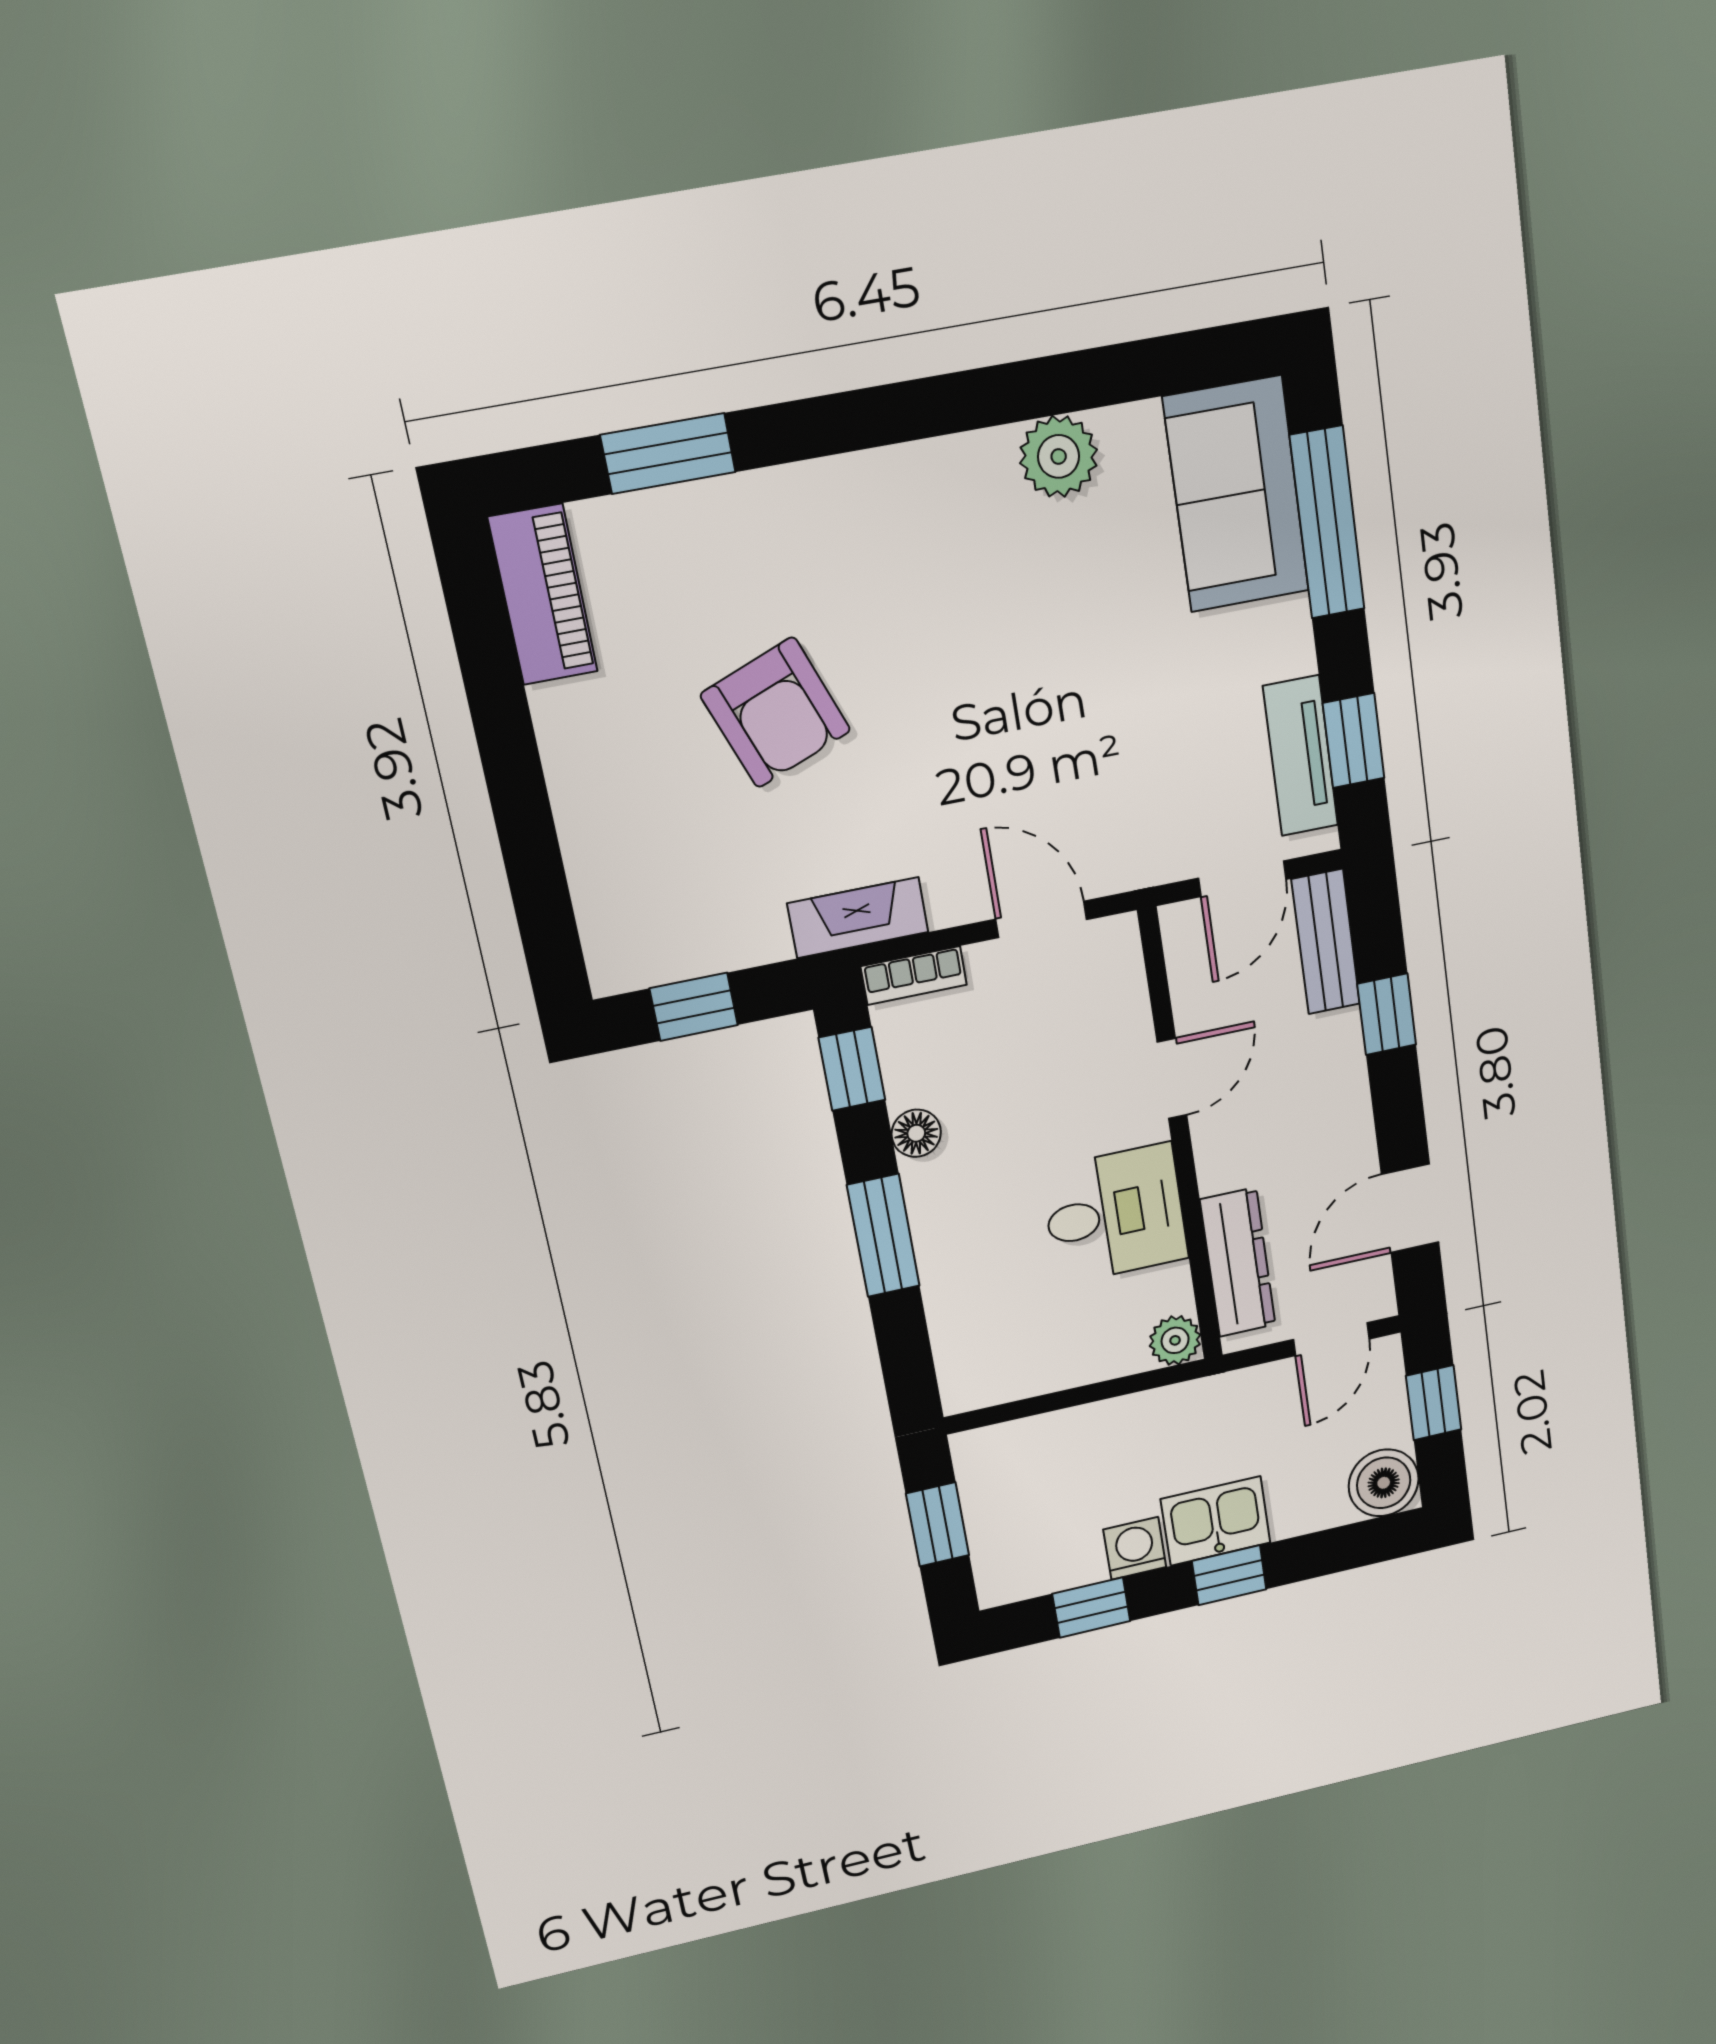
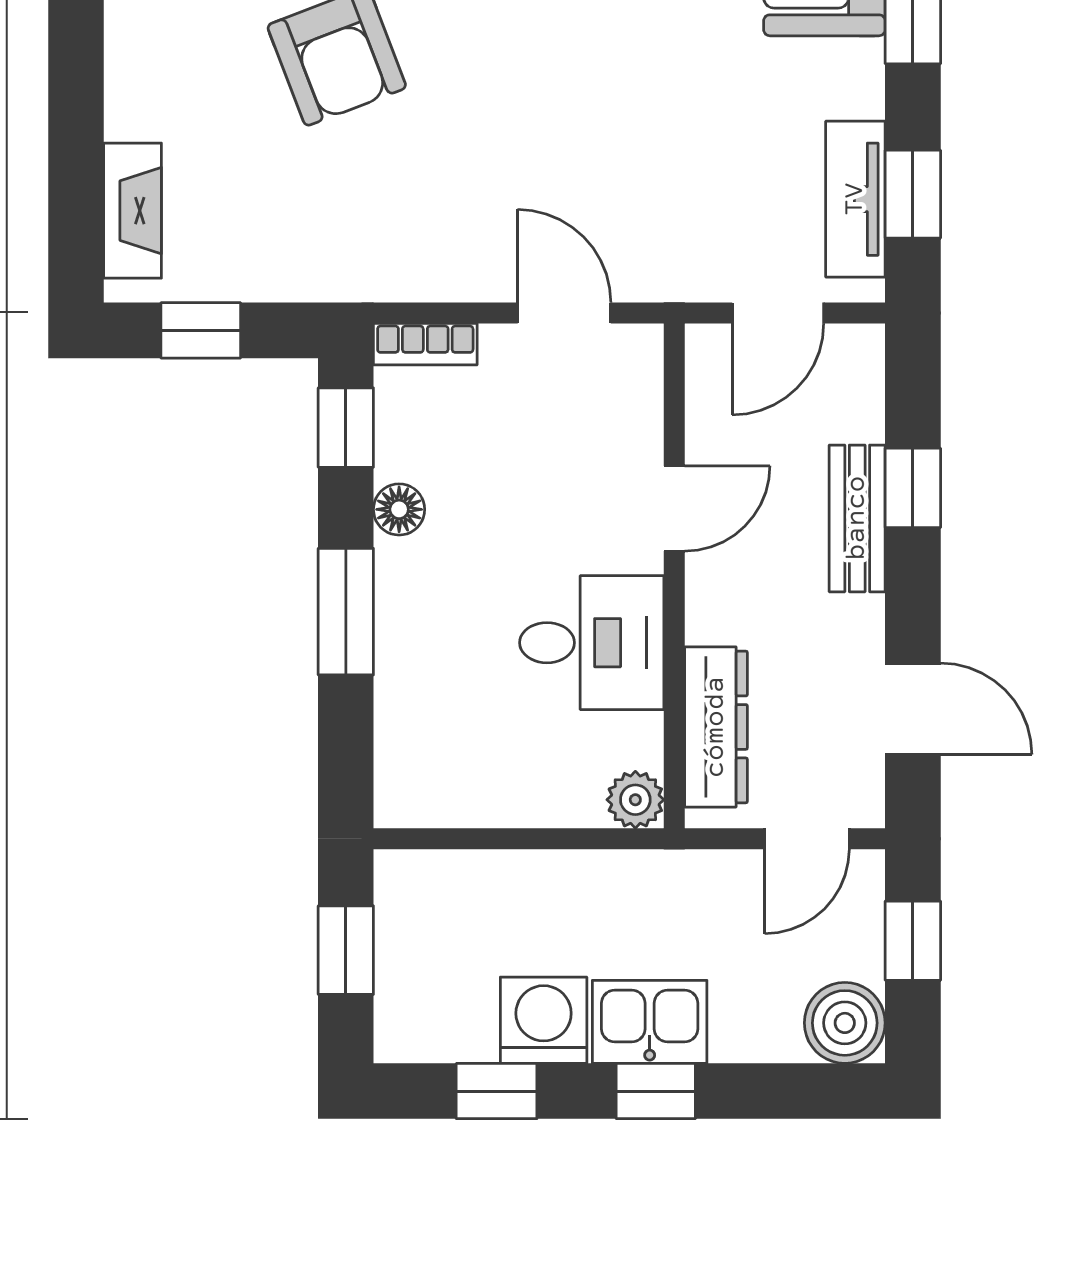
fireplace: (858, 918) -> (133, 211), moved, turned 90
bench: (1326, 942) -> (857, 518), moved
door: (1410, 1208) -> (913, 709), swing flipped
washing machine: (1135, 1548) -> (544, 1020), width x1.38, depth x1.38

